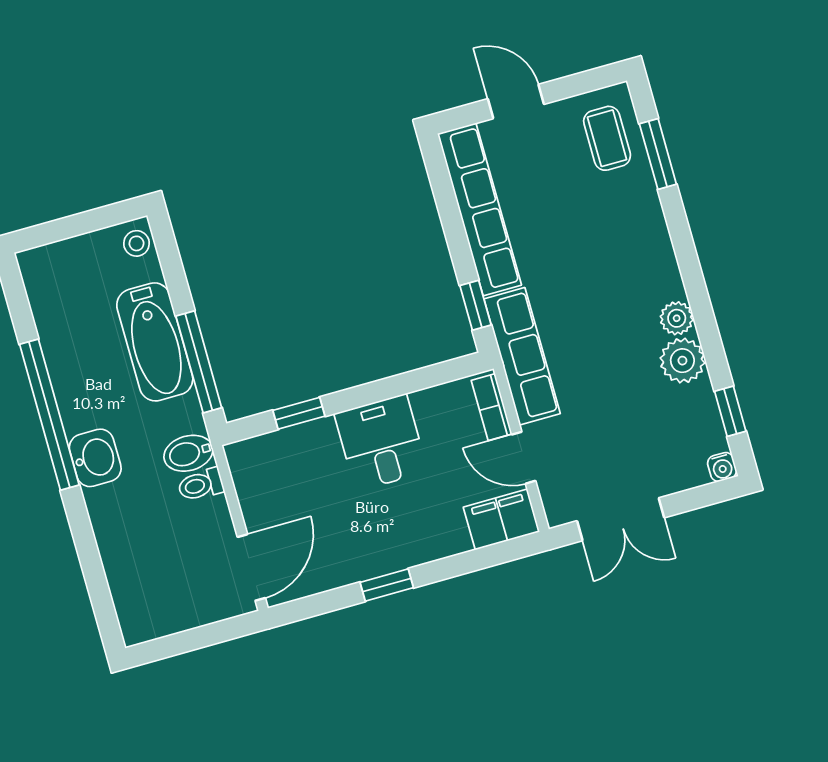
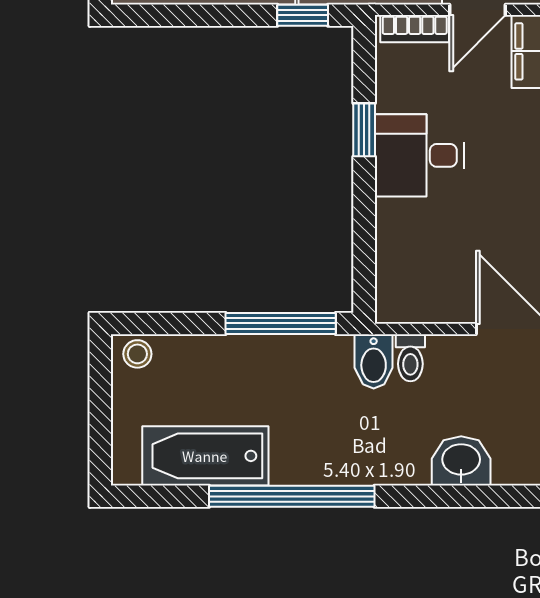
bathtub: (155, 342) -> (205, 456), moved, turned 180
window: (299, 413) -> (364, 130), moved
washbasin: (95, 458) -> (461, 461), moved

